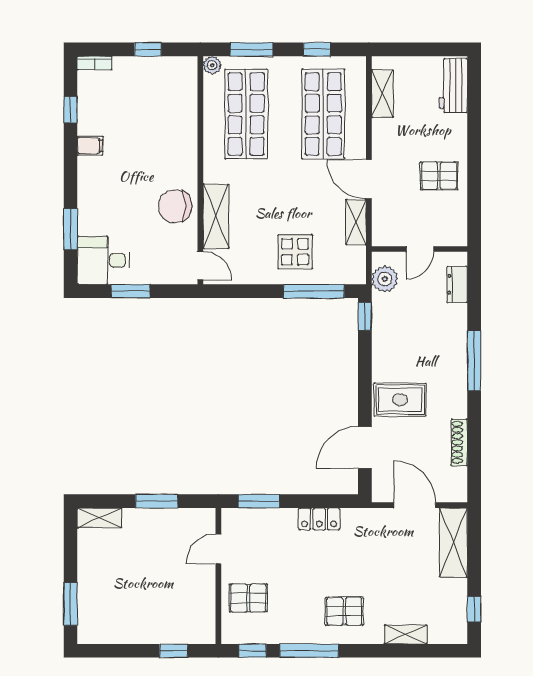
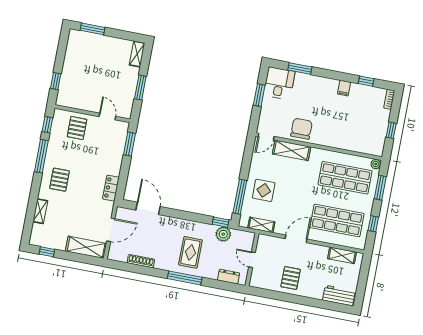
shelving: (356, 222) -> (261, 225), moved
plant: (385, 279) -> (223, 234), moved
rug: (400, 400) -> (190, 252), moved
locker: (319, 519) -> (111, 188), moved

